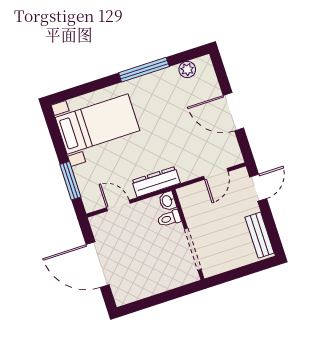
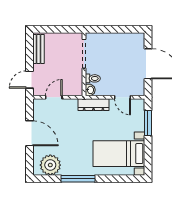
plant: (187, 69) -> (50, 165), width x1.88, depth x1.88

